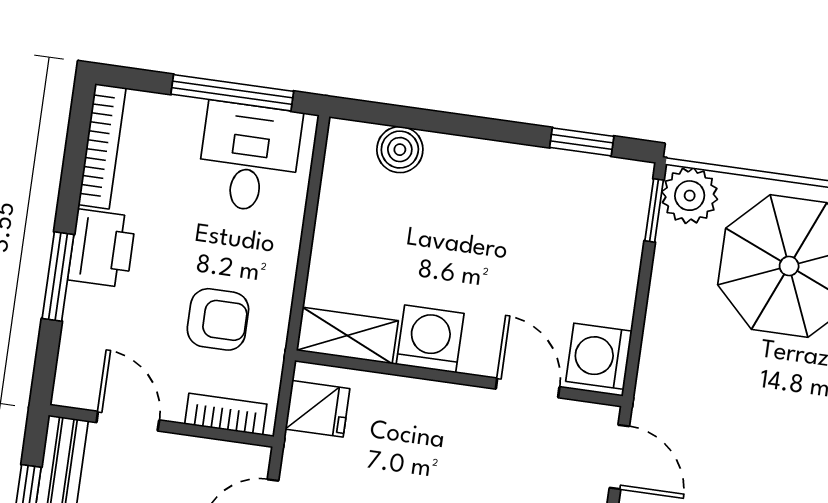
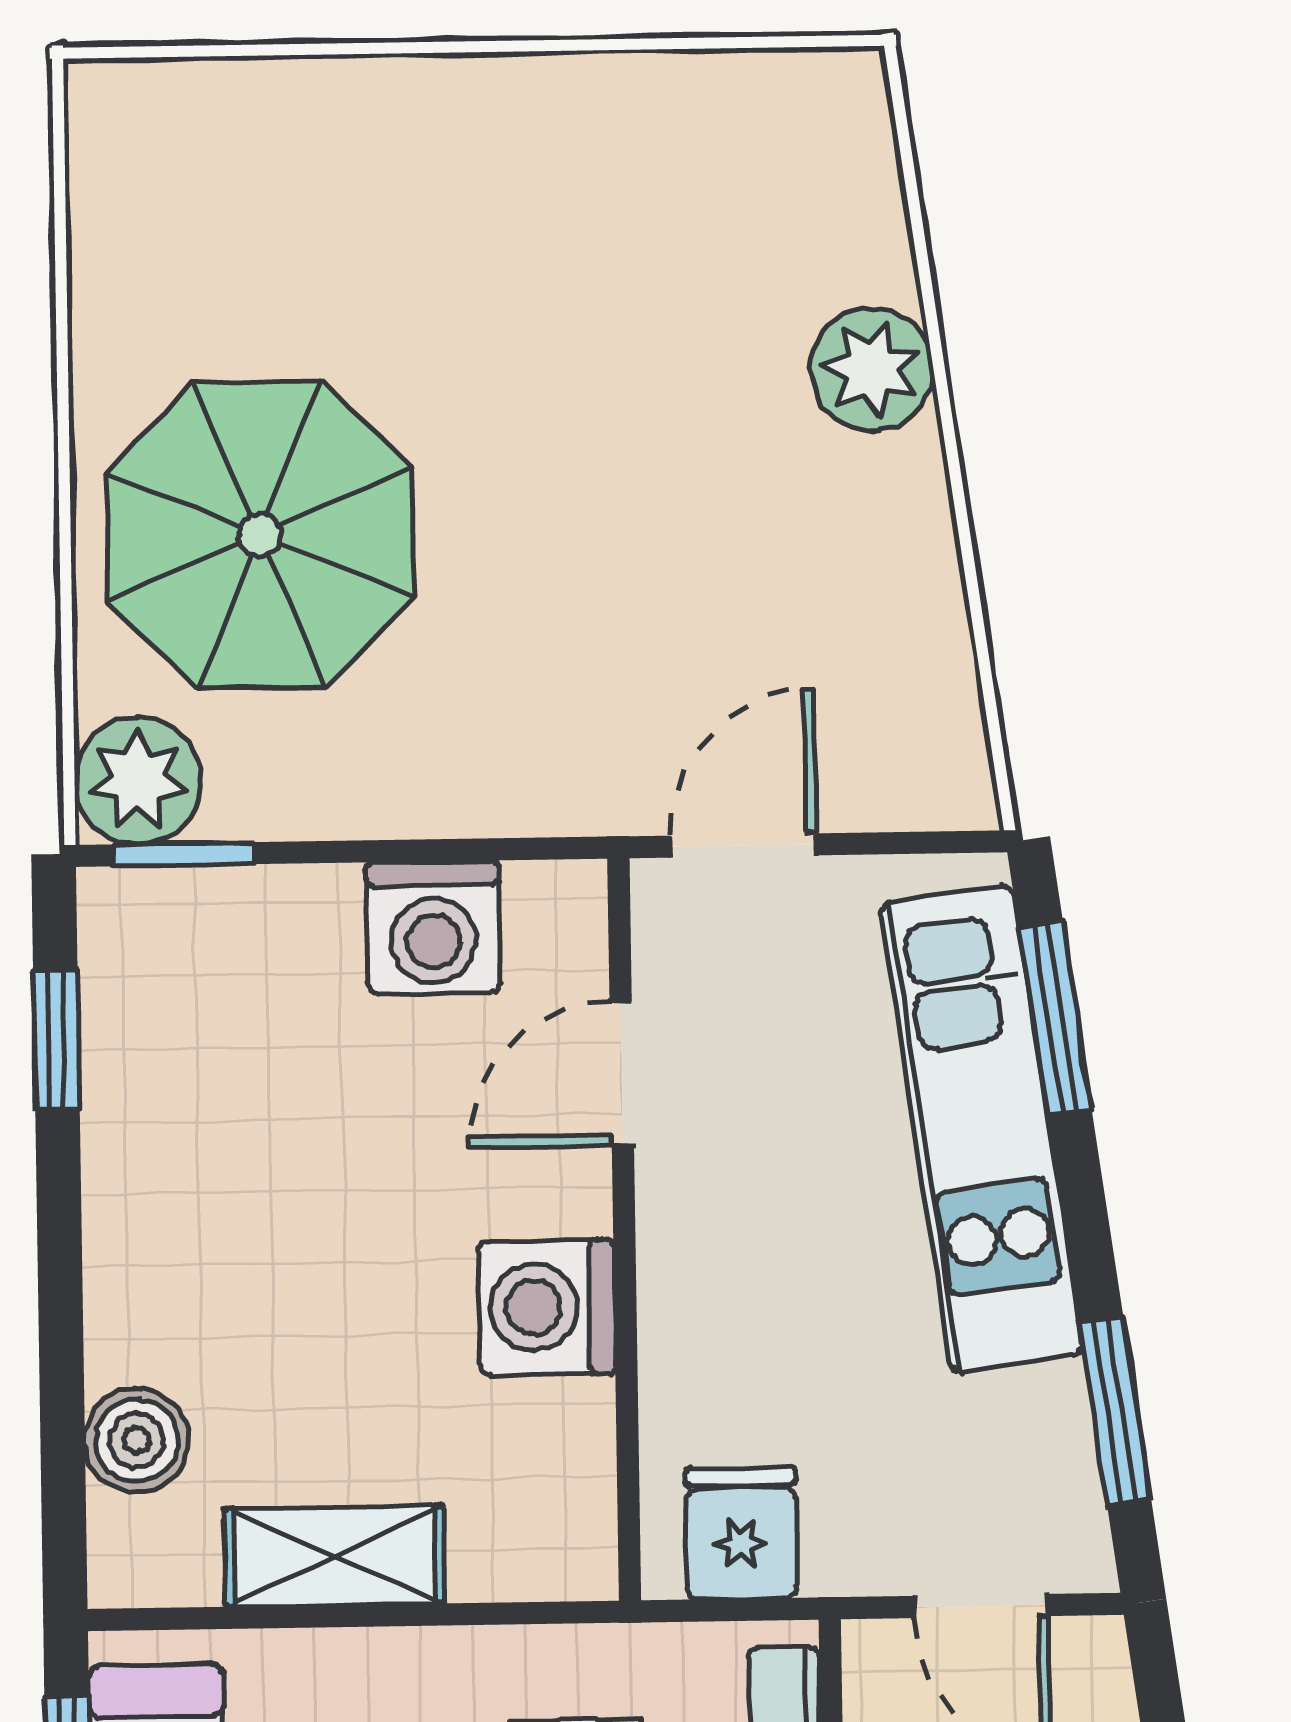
shelving: (347, 336) -> (334, 1556), moved, turned 90
washing machine: (599, 356) -> (433, 928), moved

